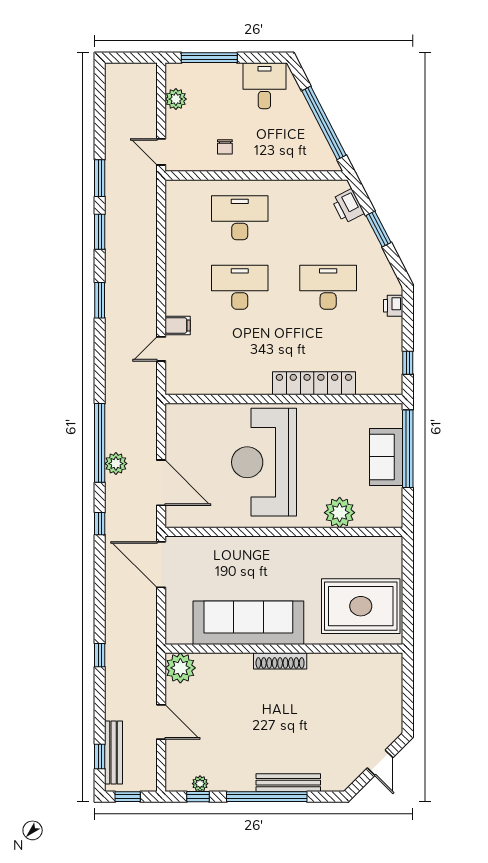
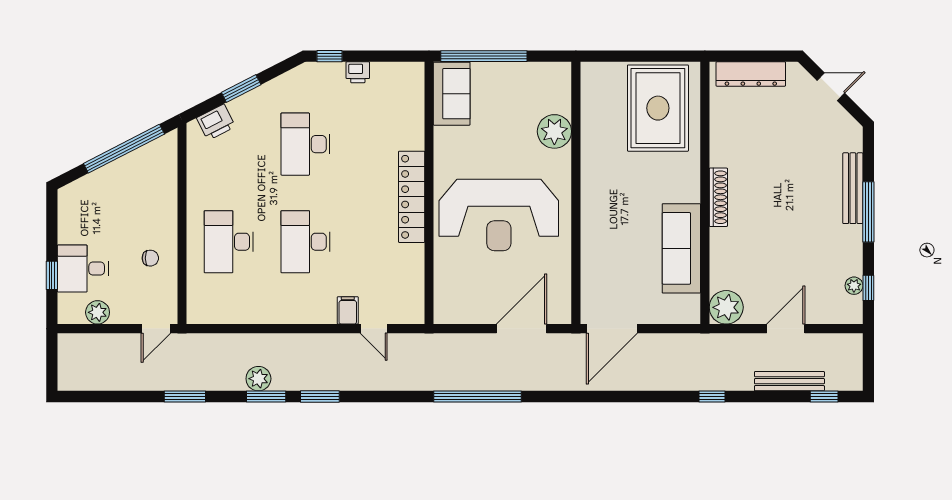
window: (209, 58) -> (52, 275), width x0.46
desk: (264, 86) -> (83, 269), moved
window: (100, 232) -> (266, 396), moved
printer: (393, 306) -> (358, 72), moved
window: (408, 363) -> (329, 56), moved
locker: (314, 383) -> (412, 197), moved
sofa: (386, 457) -> (452, 94), moved, turned -90
plant: (116, 464) -> (258, 379), moved
window: (100, 524) -> (567, 396), removed
sofa: (248, 623) -> (681, 248), width x0.74, depth x0.79
dresser: (392, 690) -> (751, 74), added
bench: (114, 753) -> (789, 381), moved
window: (128, 797) -> (868, 366), removed
window: (267, 797) -> (868, 212), width x0.68

